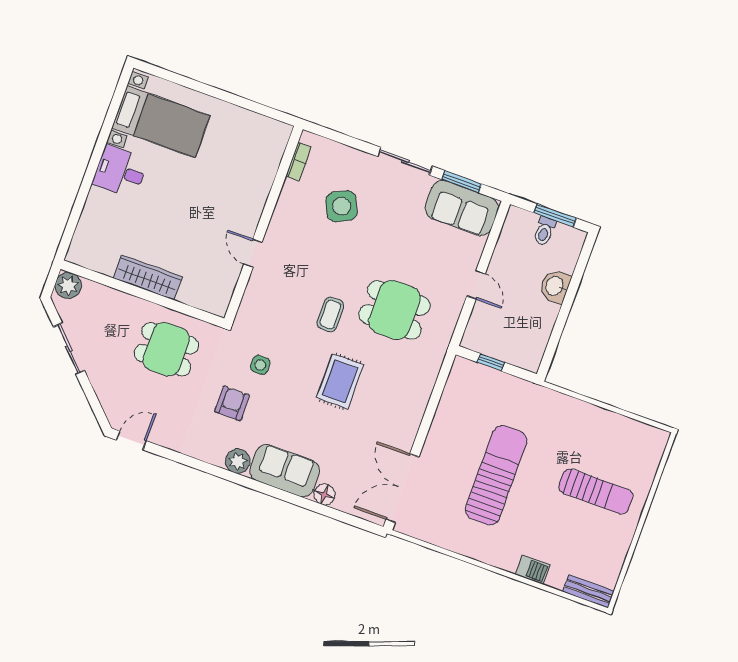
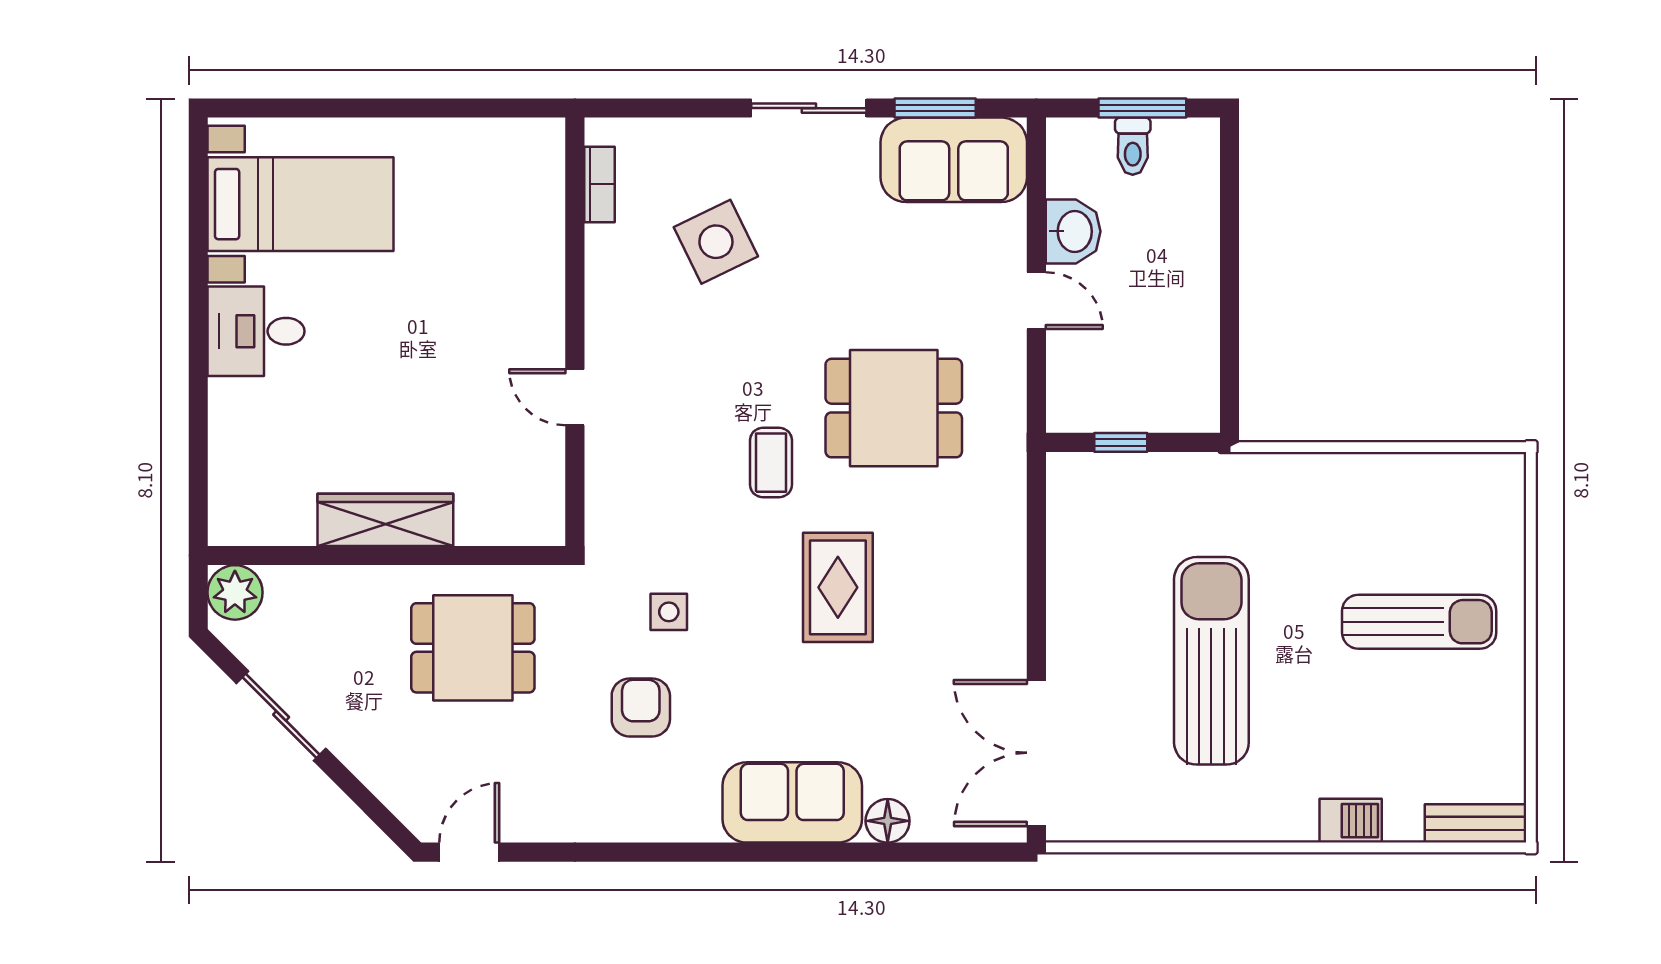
washbasin: (555, 286) -> (1073, 231), moved, turned 180
plant: (238, 461) -> (693, 817), removed

